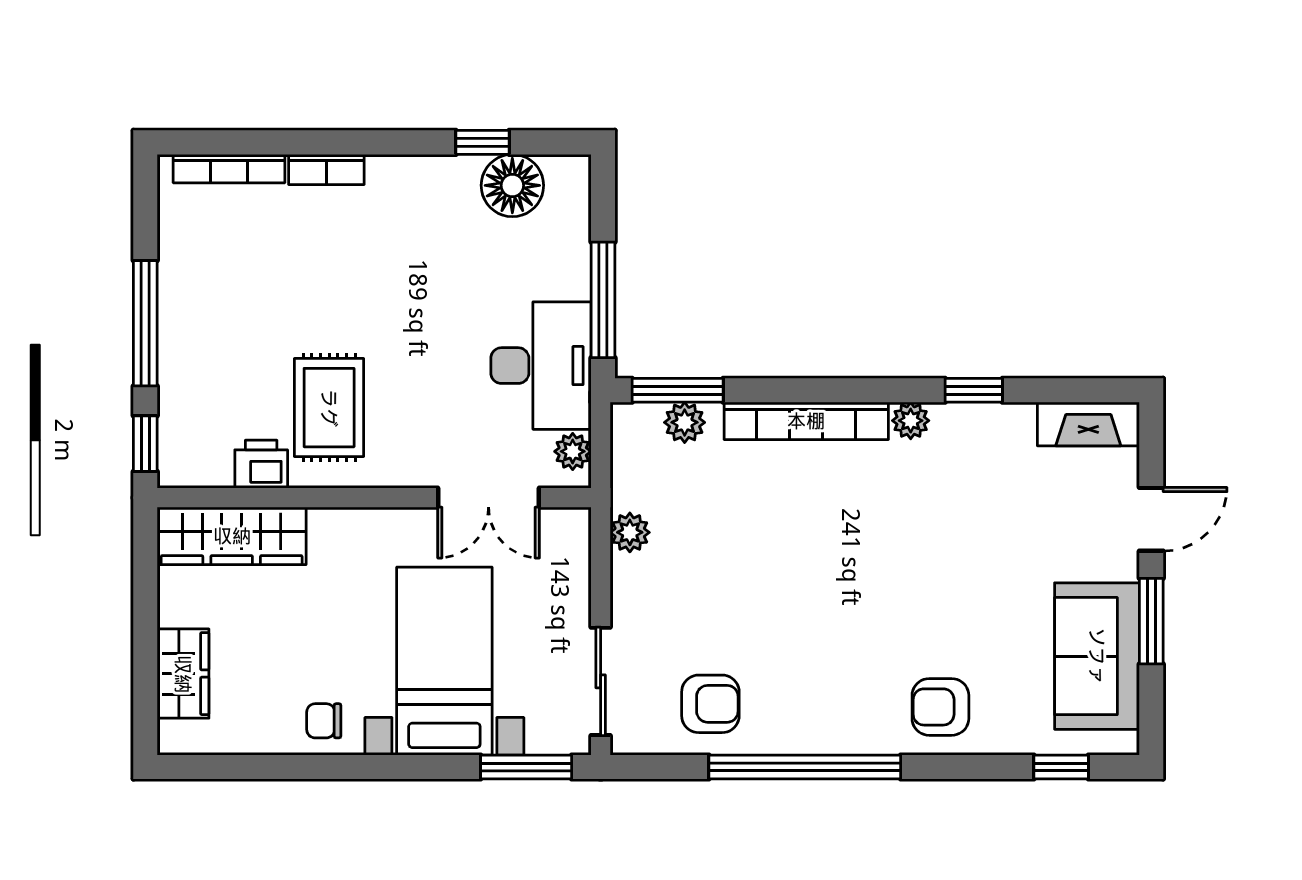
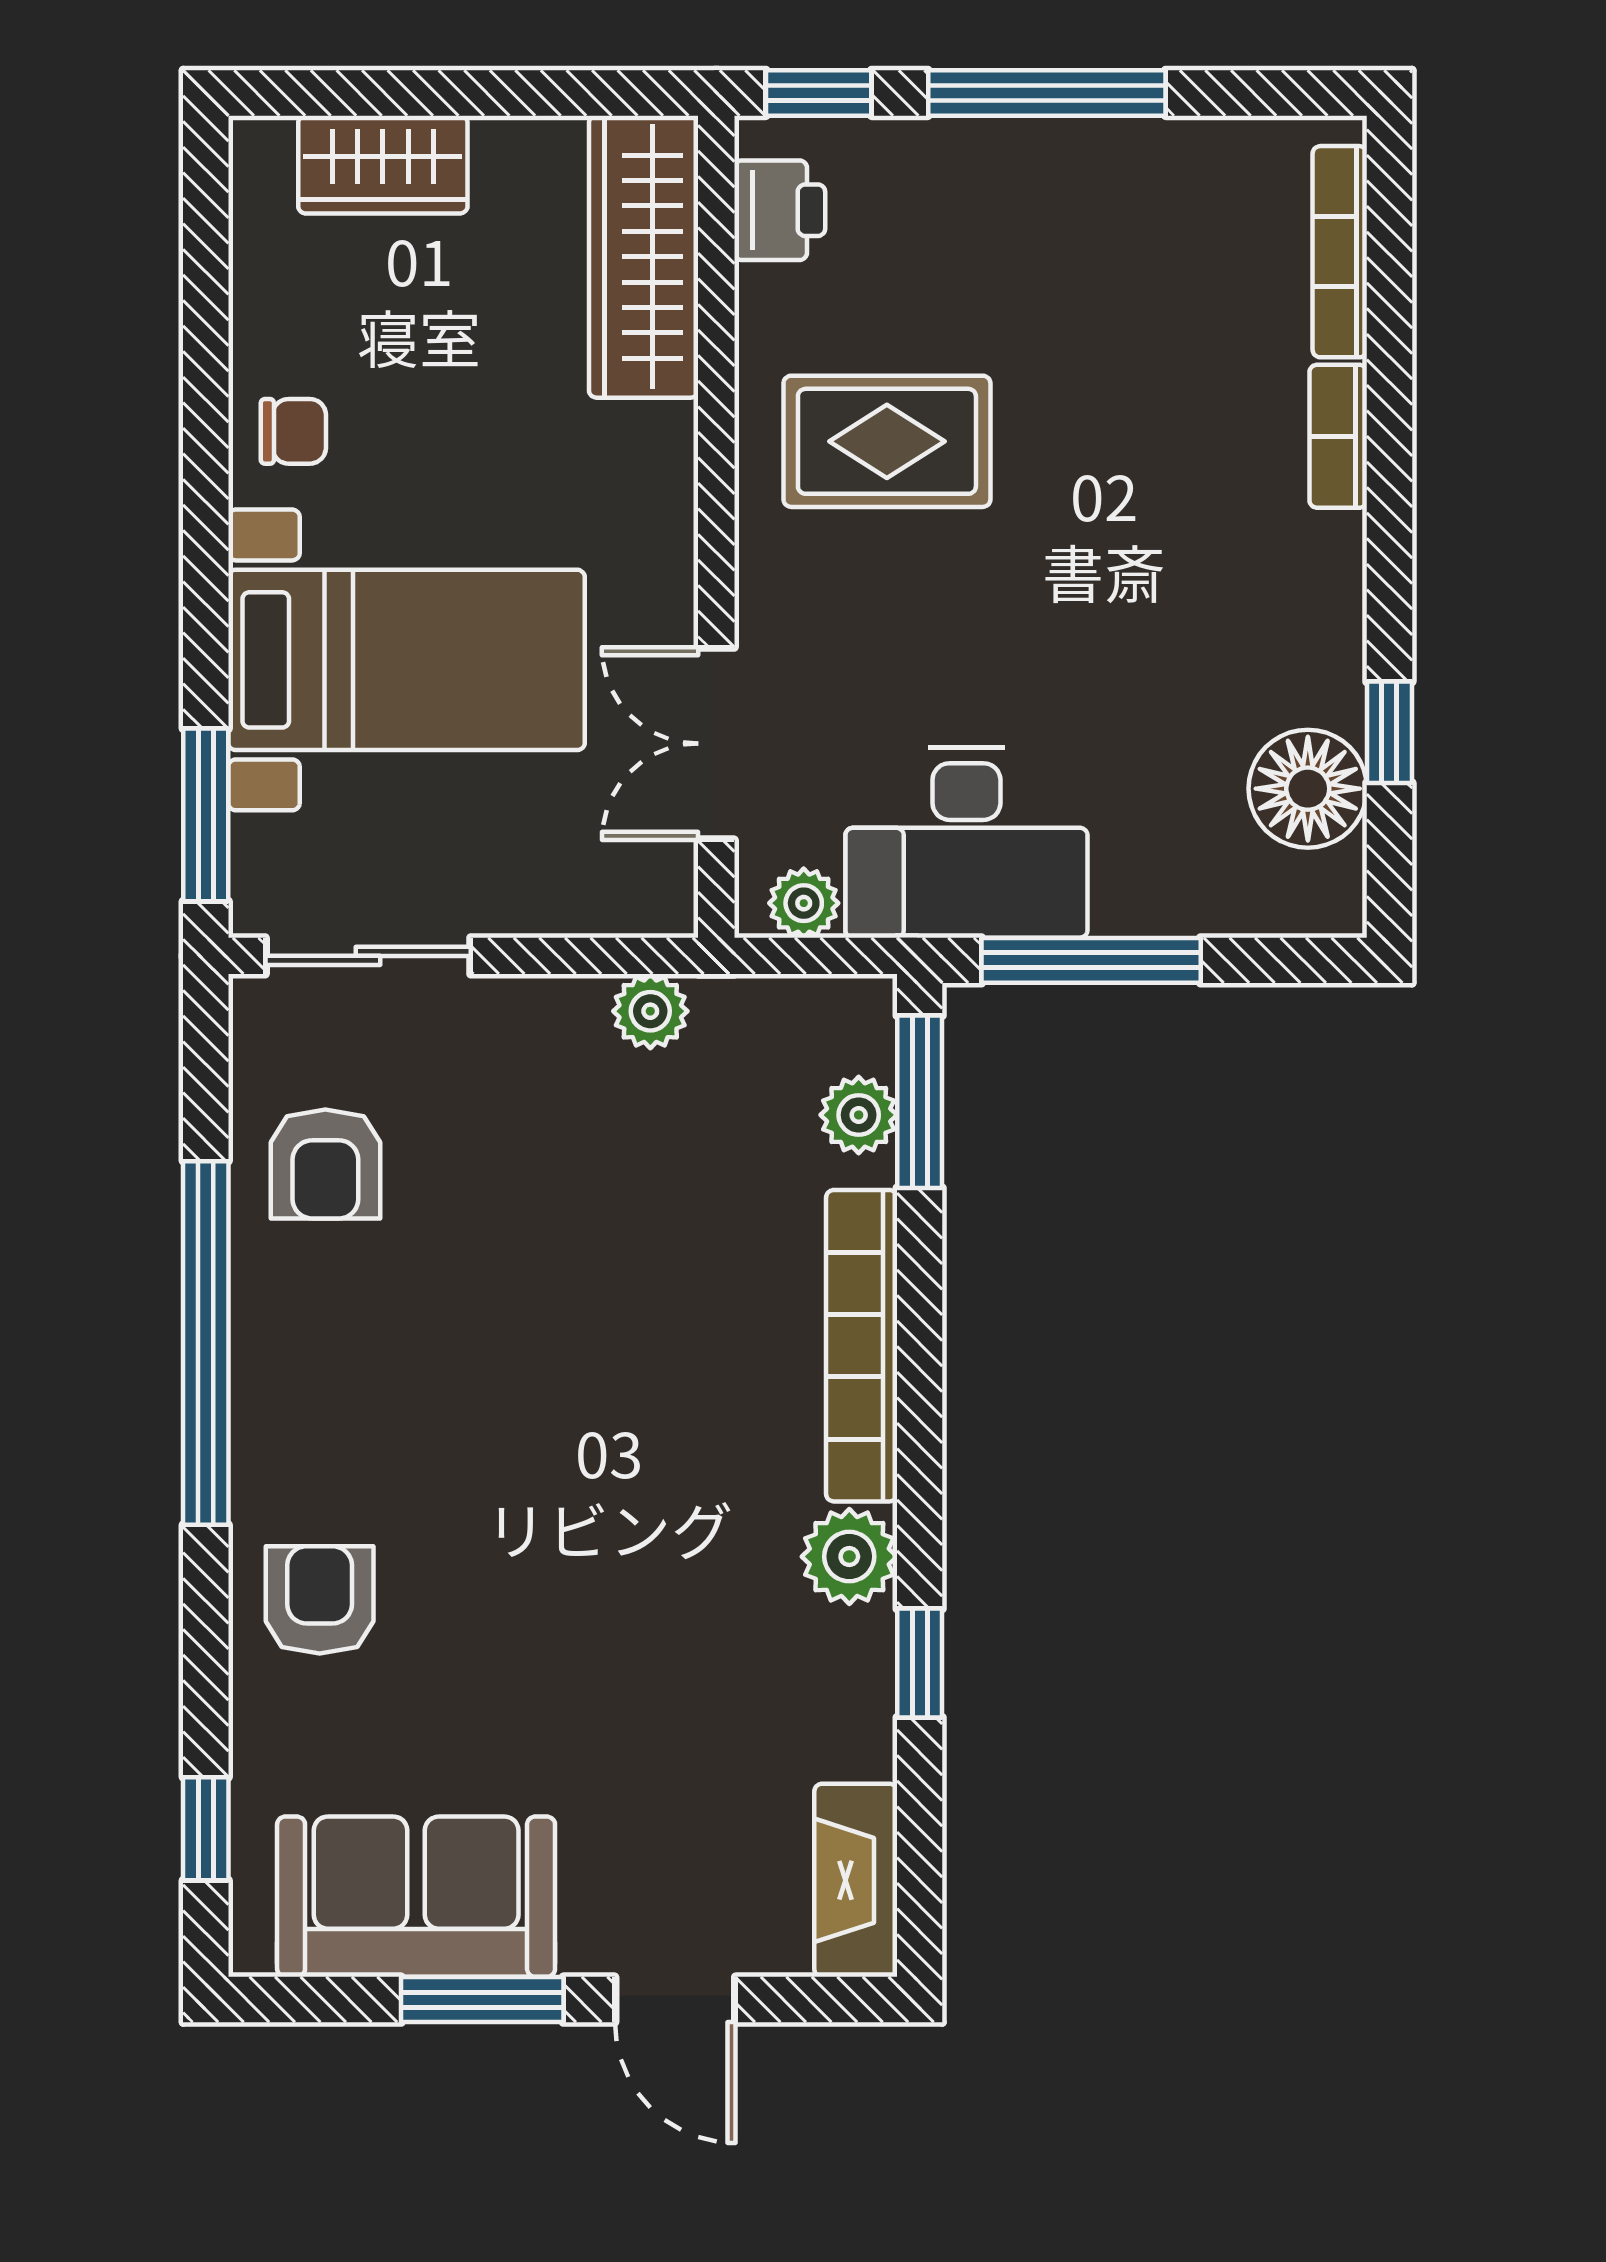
plant: (911, 421) -> (849, 1557), width x1.38, depth x1.38
printer: (261, 464) -> (780, 210), moved
chair: (324, 721) -> (293, 431), turned 90

